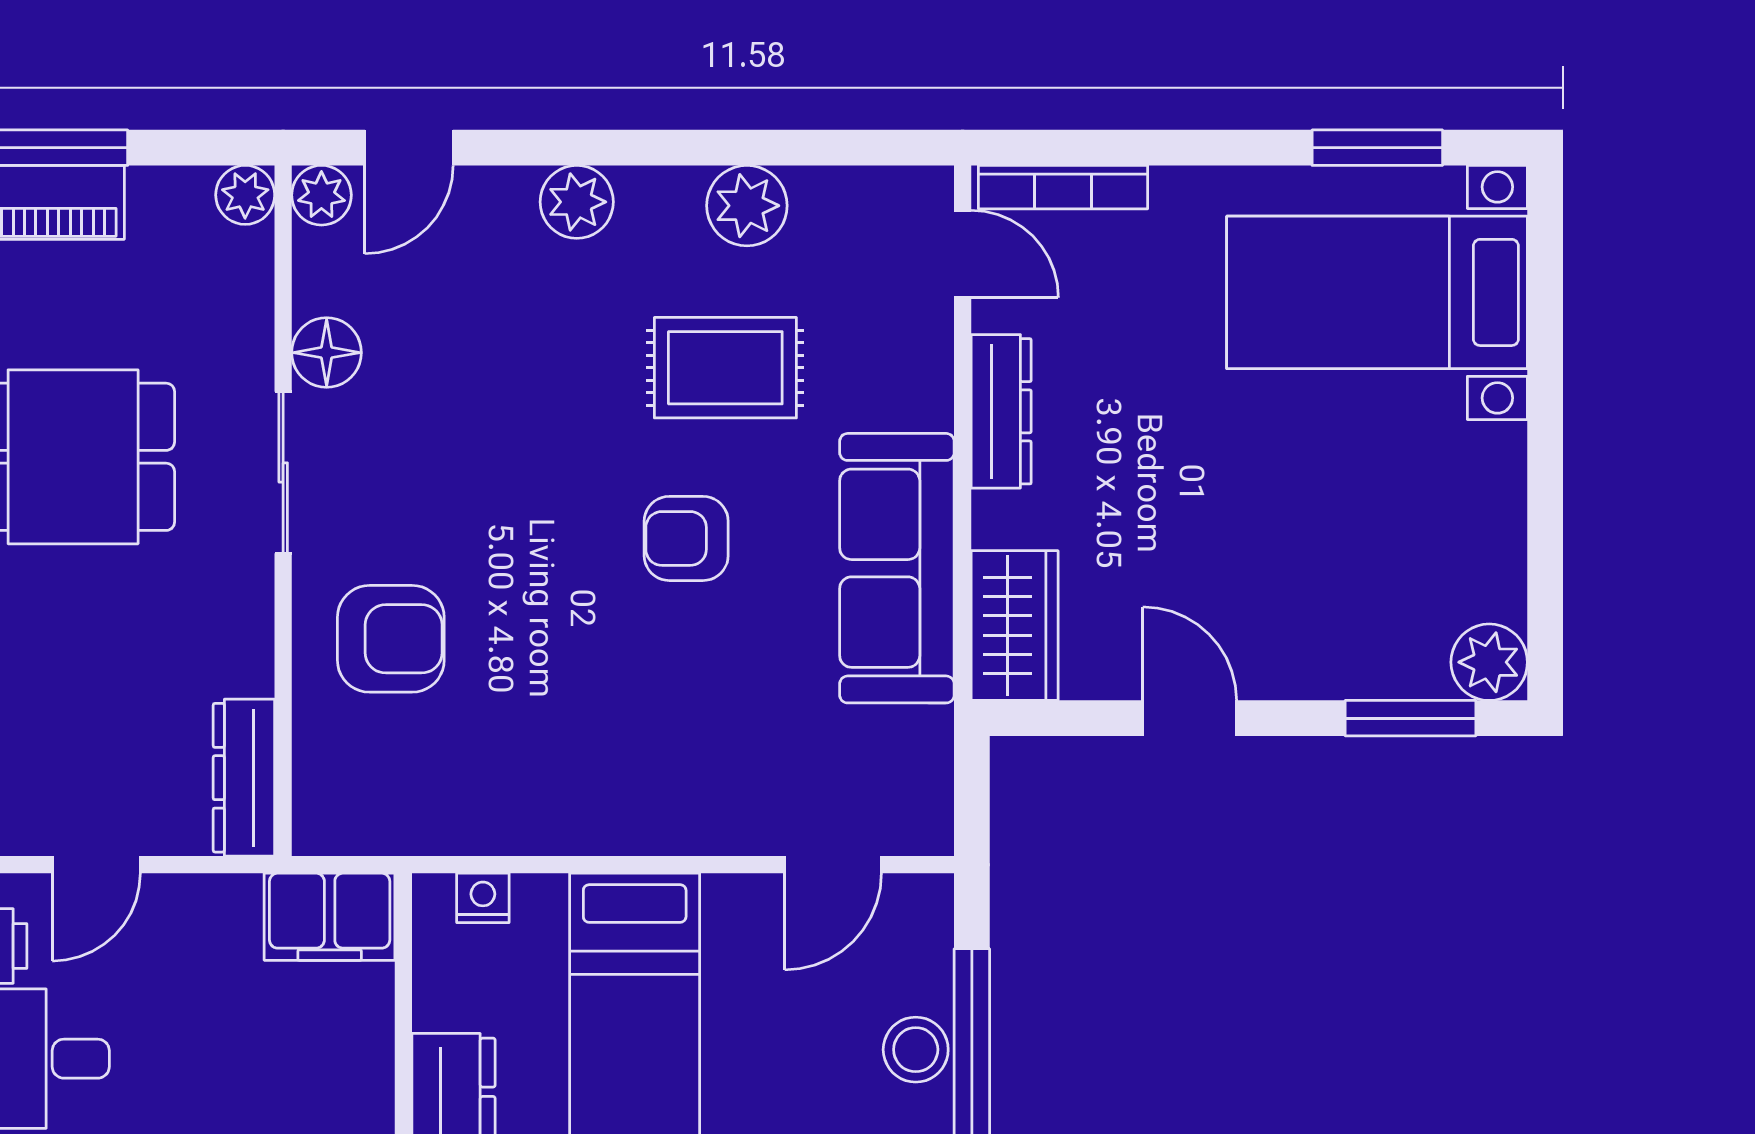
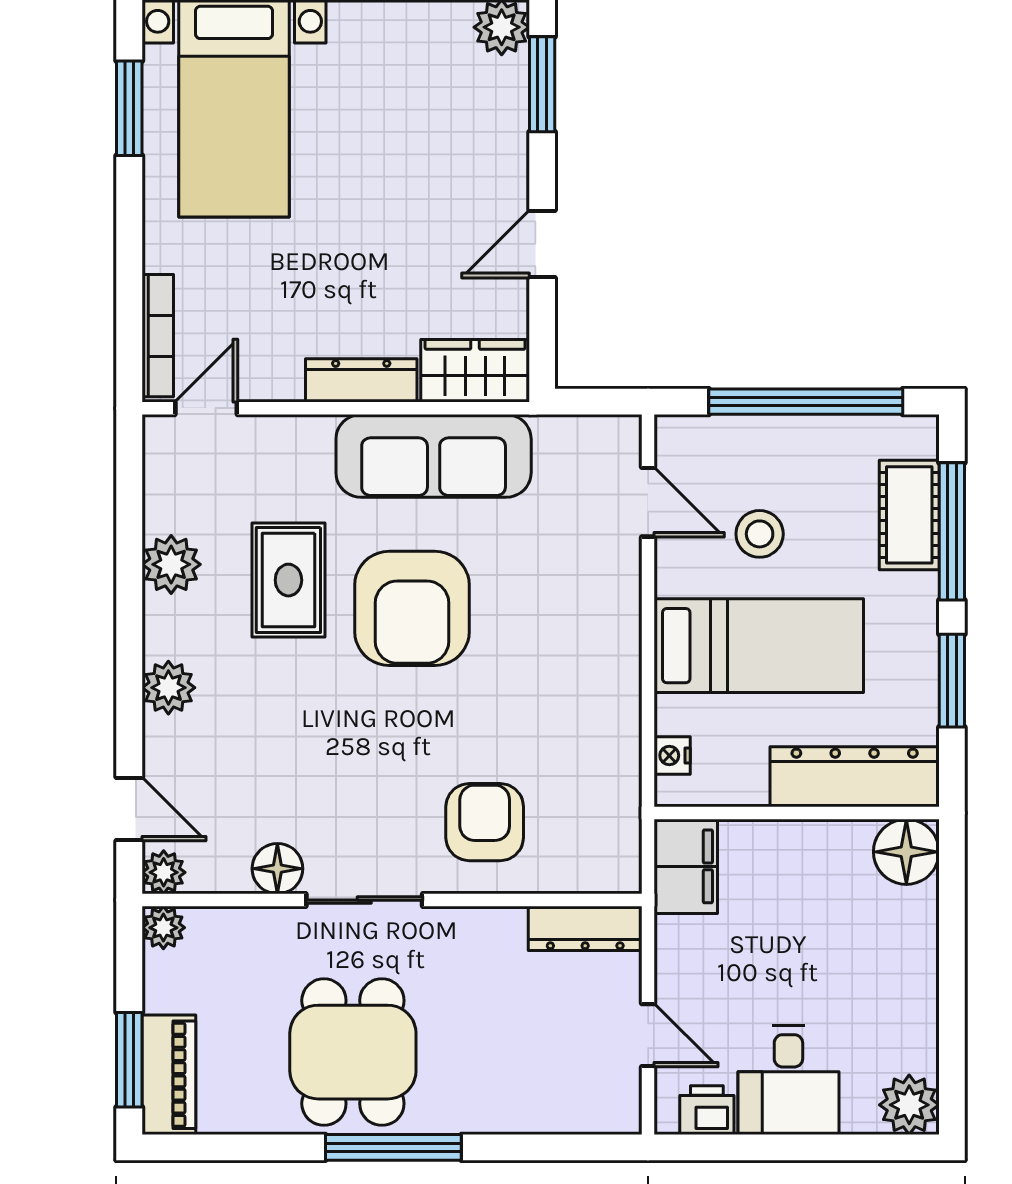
dresser: (1001, 411) -> (361, 380), moved
armchair: (686, 538) -> (412, 608), width x1.88, depth x1.88
stool: (916, 1050) -> (760, 534), moved

